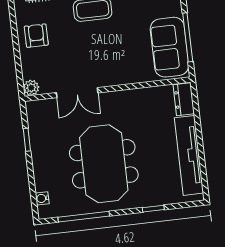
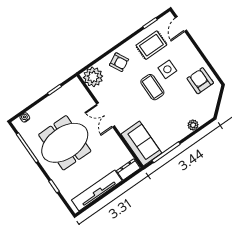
armchair: (36, 36) -> (119, 62), turned 63
sofa: (169, 47) -> (141, 144), moved, turned 90
plant: (31, 88) -> (93, 77), width x1.87, depth x1.87
double door: (77, 93) -> (106, 115), moved

